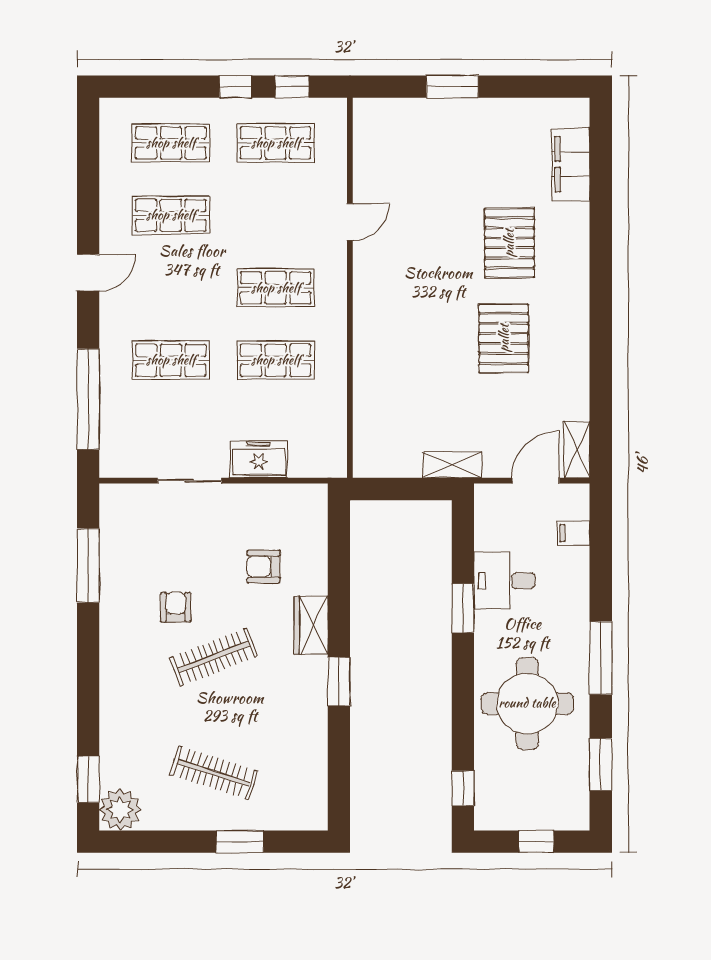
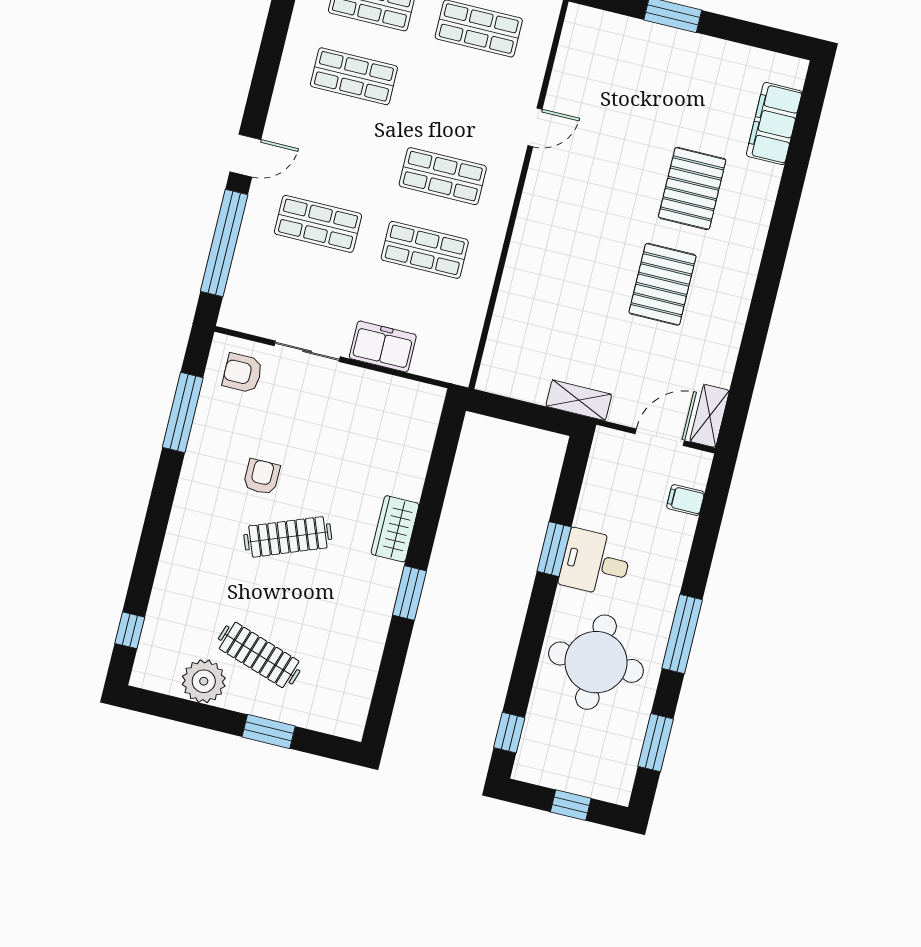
door: (88, 273) -> (245, 156), moved
armchair: (264, 567) -> (242, 373), moved
desk: (504, 581) -> (596, 563), moved
window: (88, 779) -> (130, 630), width x0.67
plant: (120, 810) -> (204, 681), moved

